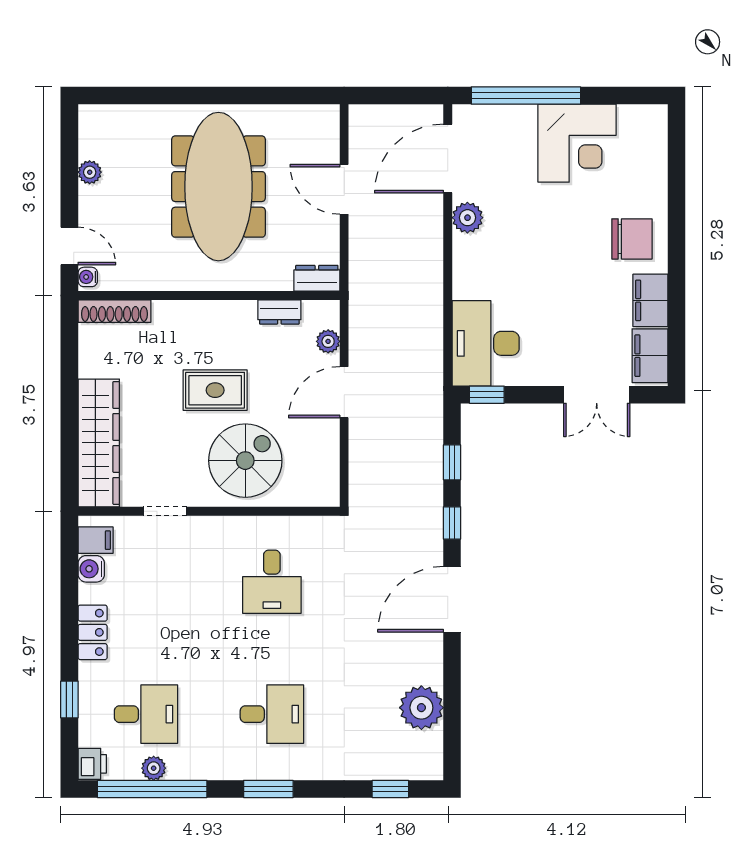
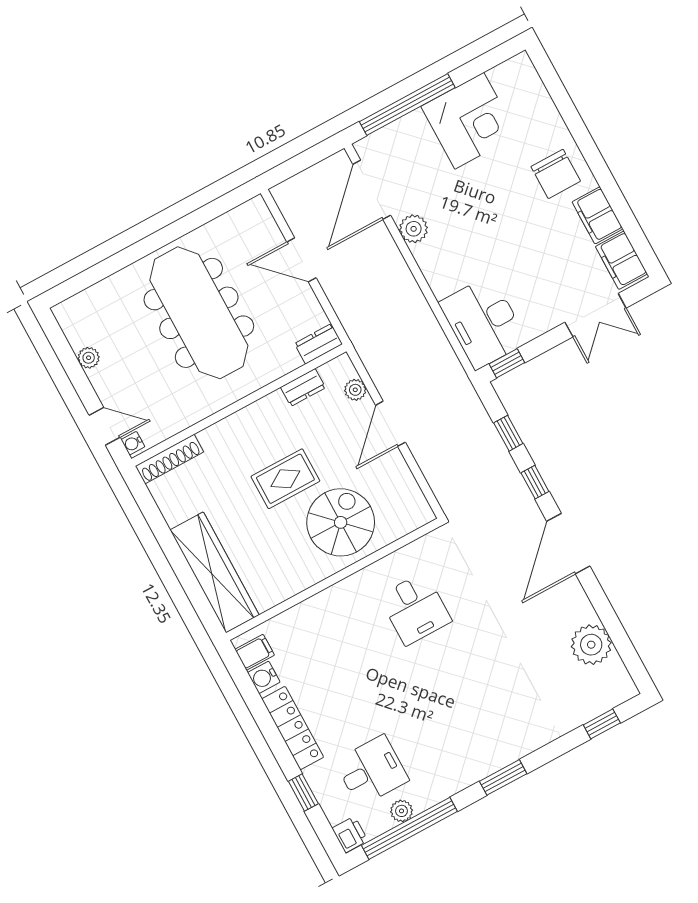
chair: (632, 239) -> (556, 174), turned 90
doorway: (165, 511) -> (298, 599), removed
locker: (93, 632) -> (293, 728), width x1.53
desk: (272, 714) -> (473, 715), removed

